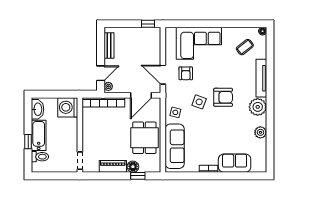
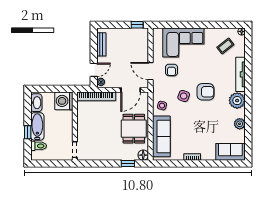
sofa: (235, 163) -> (230, 152), moved
piano: (113, 166) -> (105, 155), removed
floor lamp: (133, 167) -> (143, 155), moved

